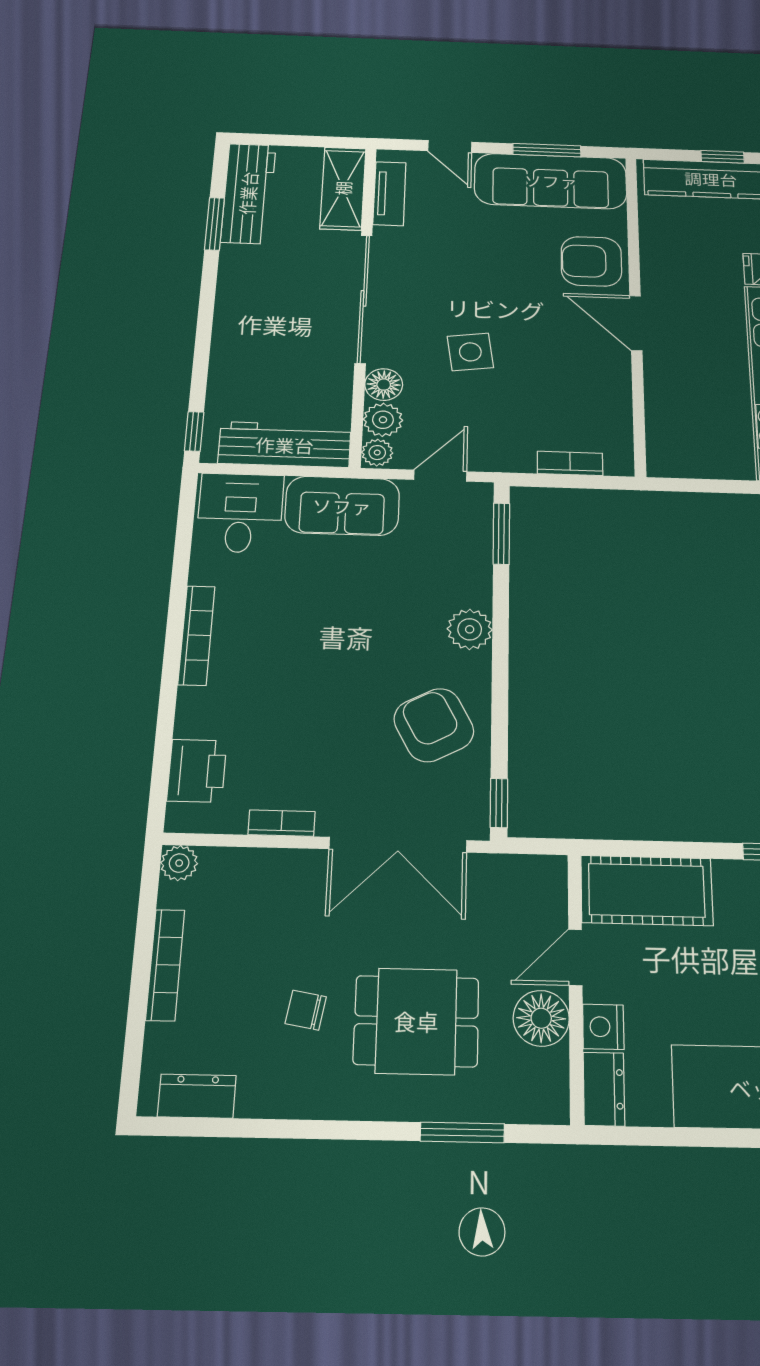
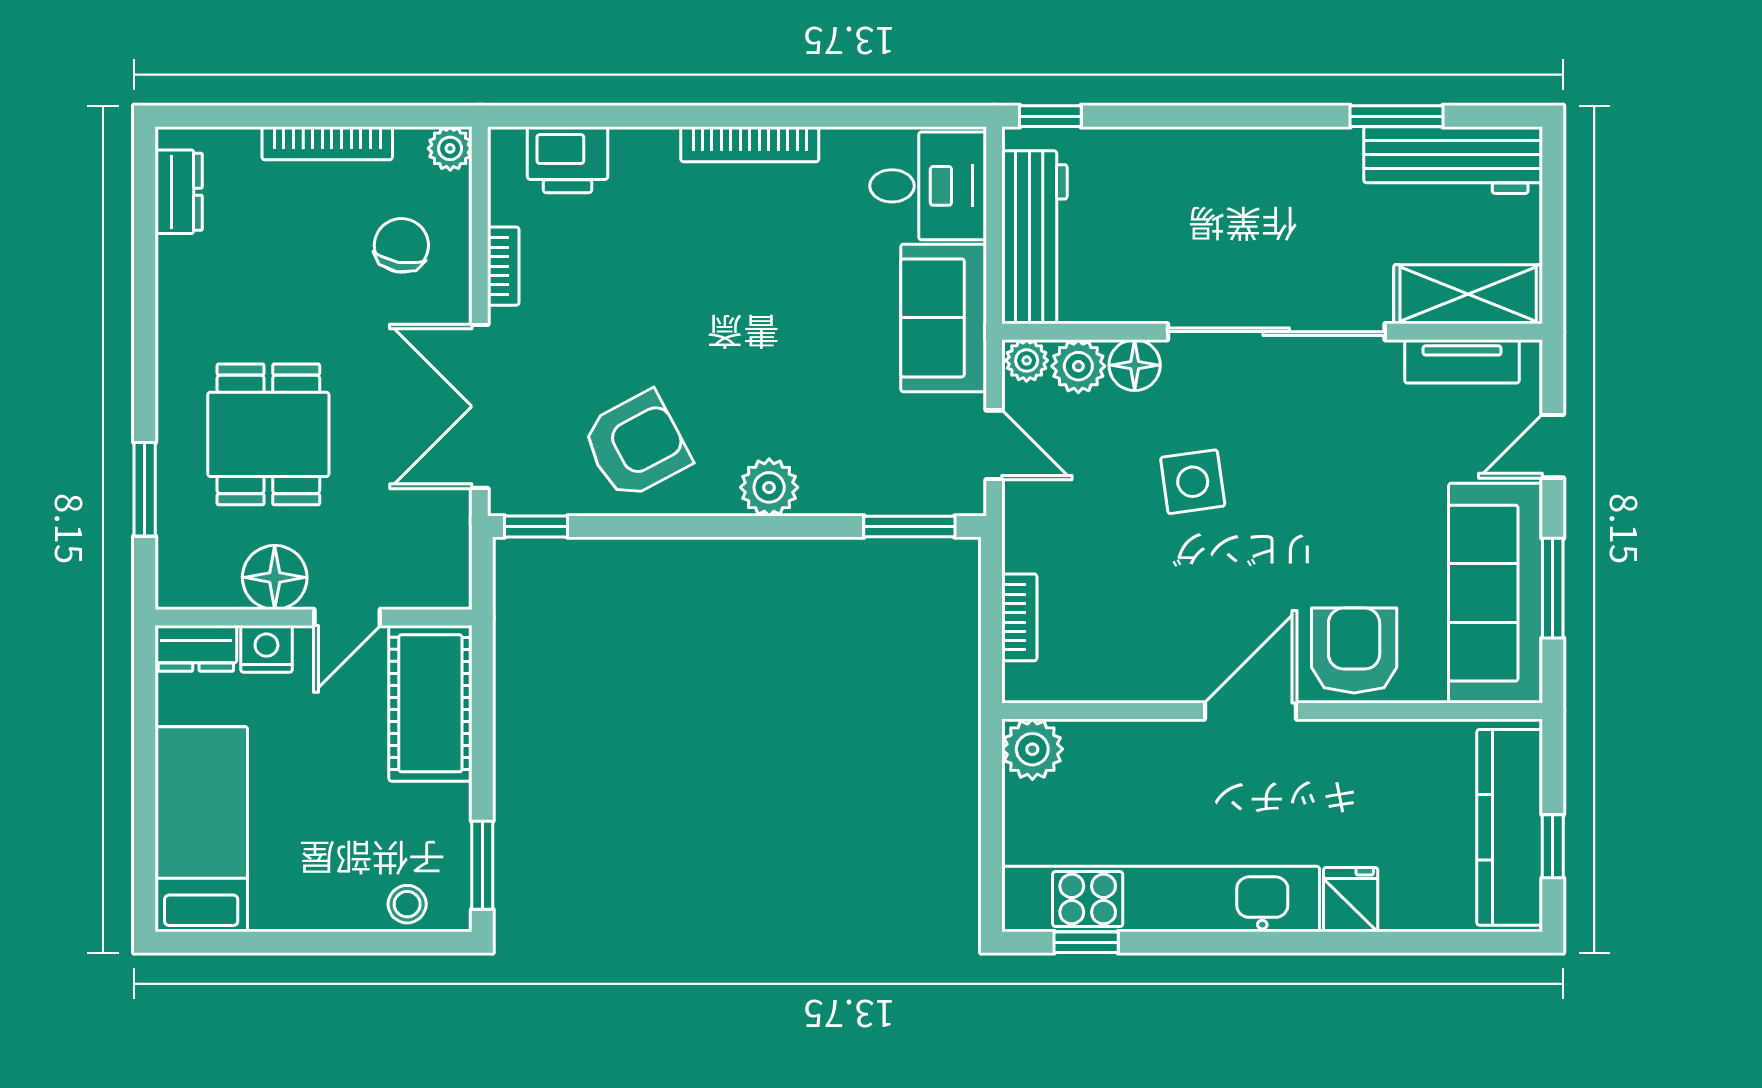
plant: (668, 458) -> (1032, 749), added
door: (575, 957) -> (347, 618), swing flipped
chair: (306, 1010) -> (401, 245), moved, width x1.37, depth x1.37

